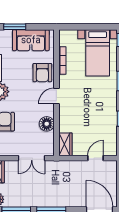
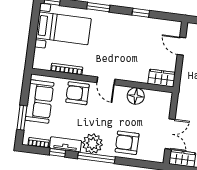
armchair: (42, 73) -> (77, 93), turned 180
double door: (32, 158) -> (170, 134), moved

